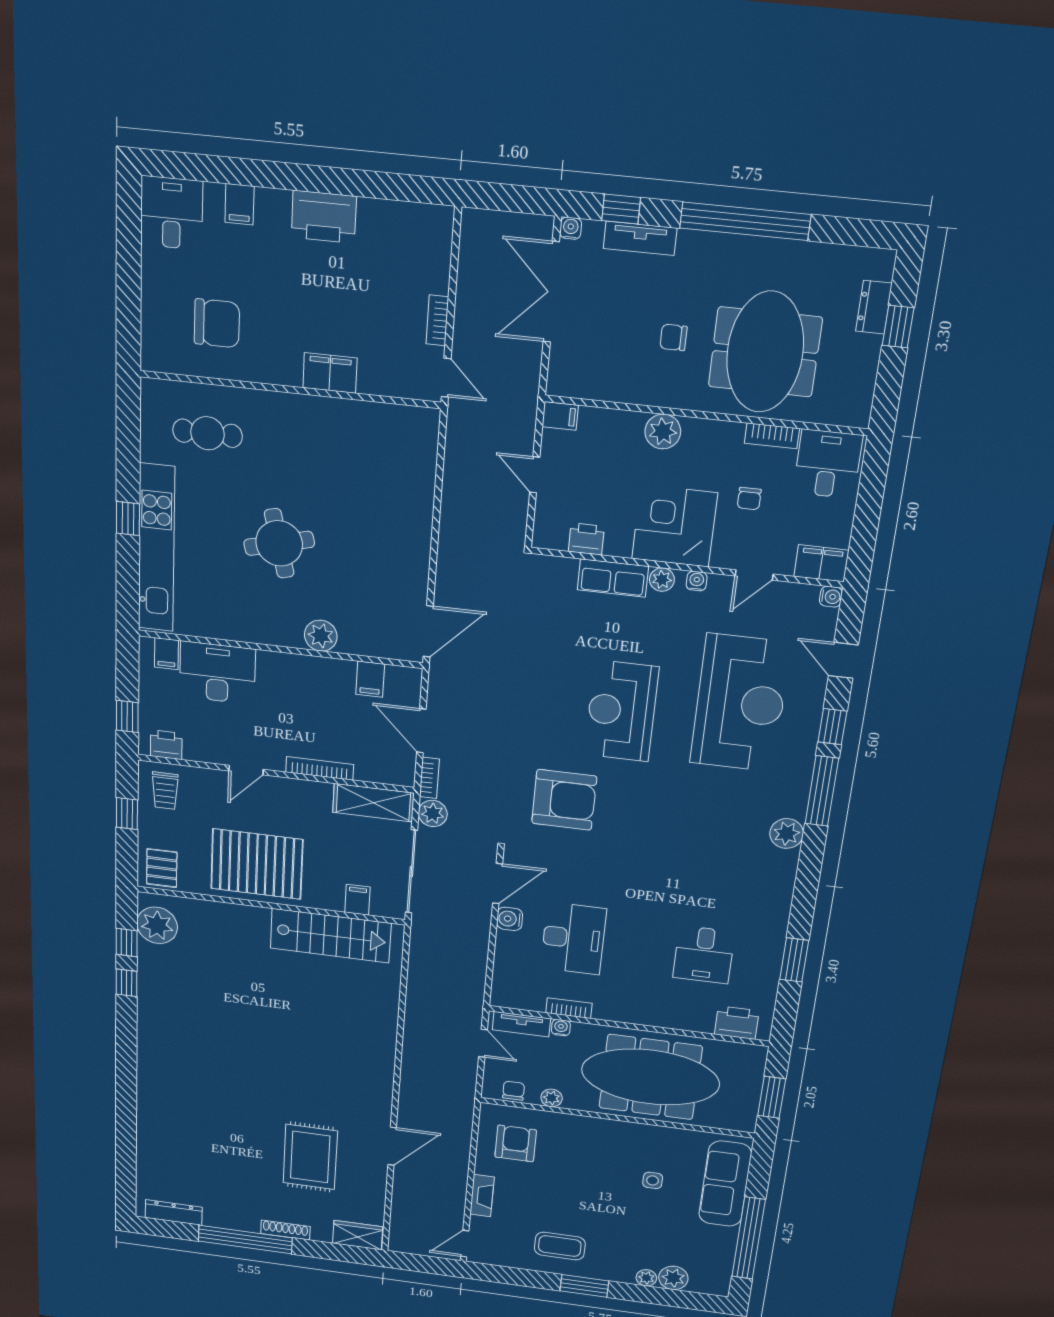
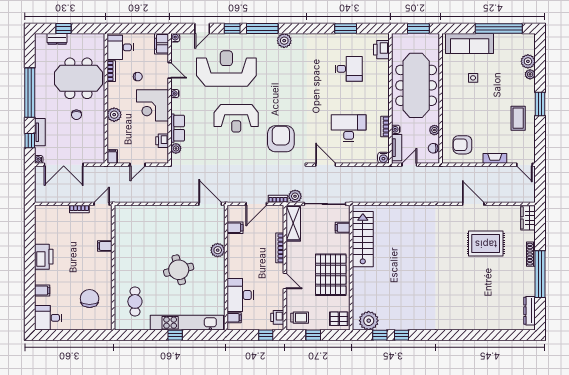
filing cabinet: (330, 373) -> (105, 246), width x0.50
plant: (662, 580) -> (176, 148), moved
water cooler: (510, 919) -> (383, 158), moved

